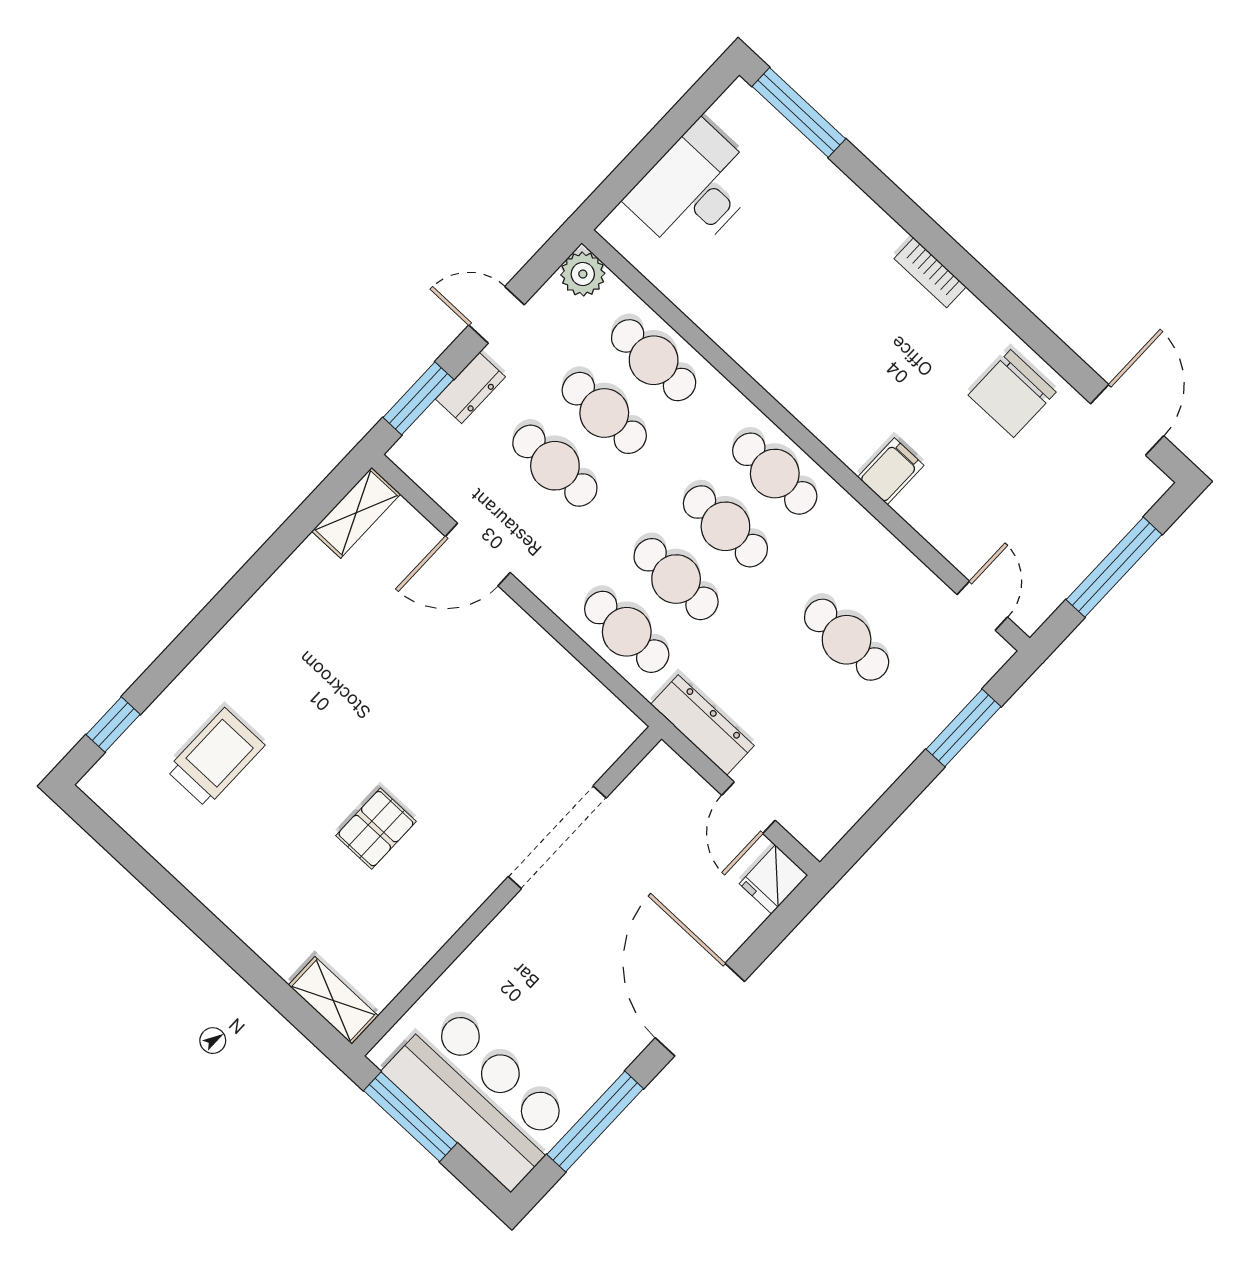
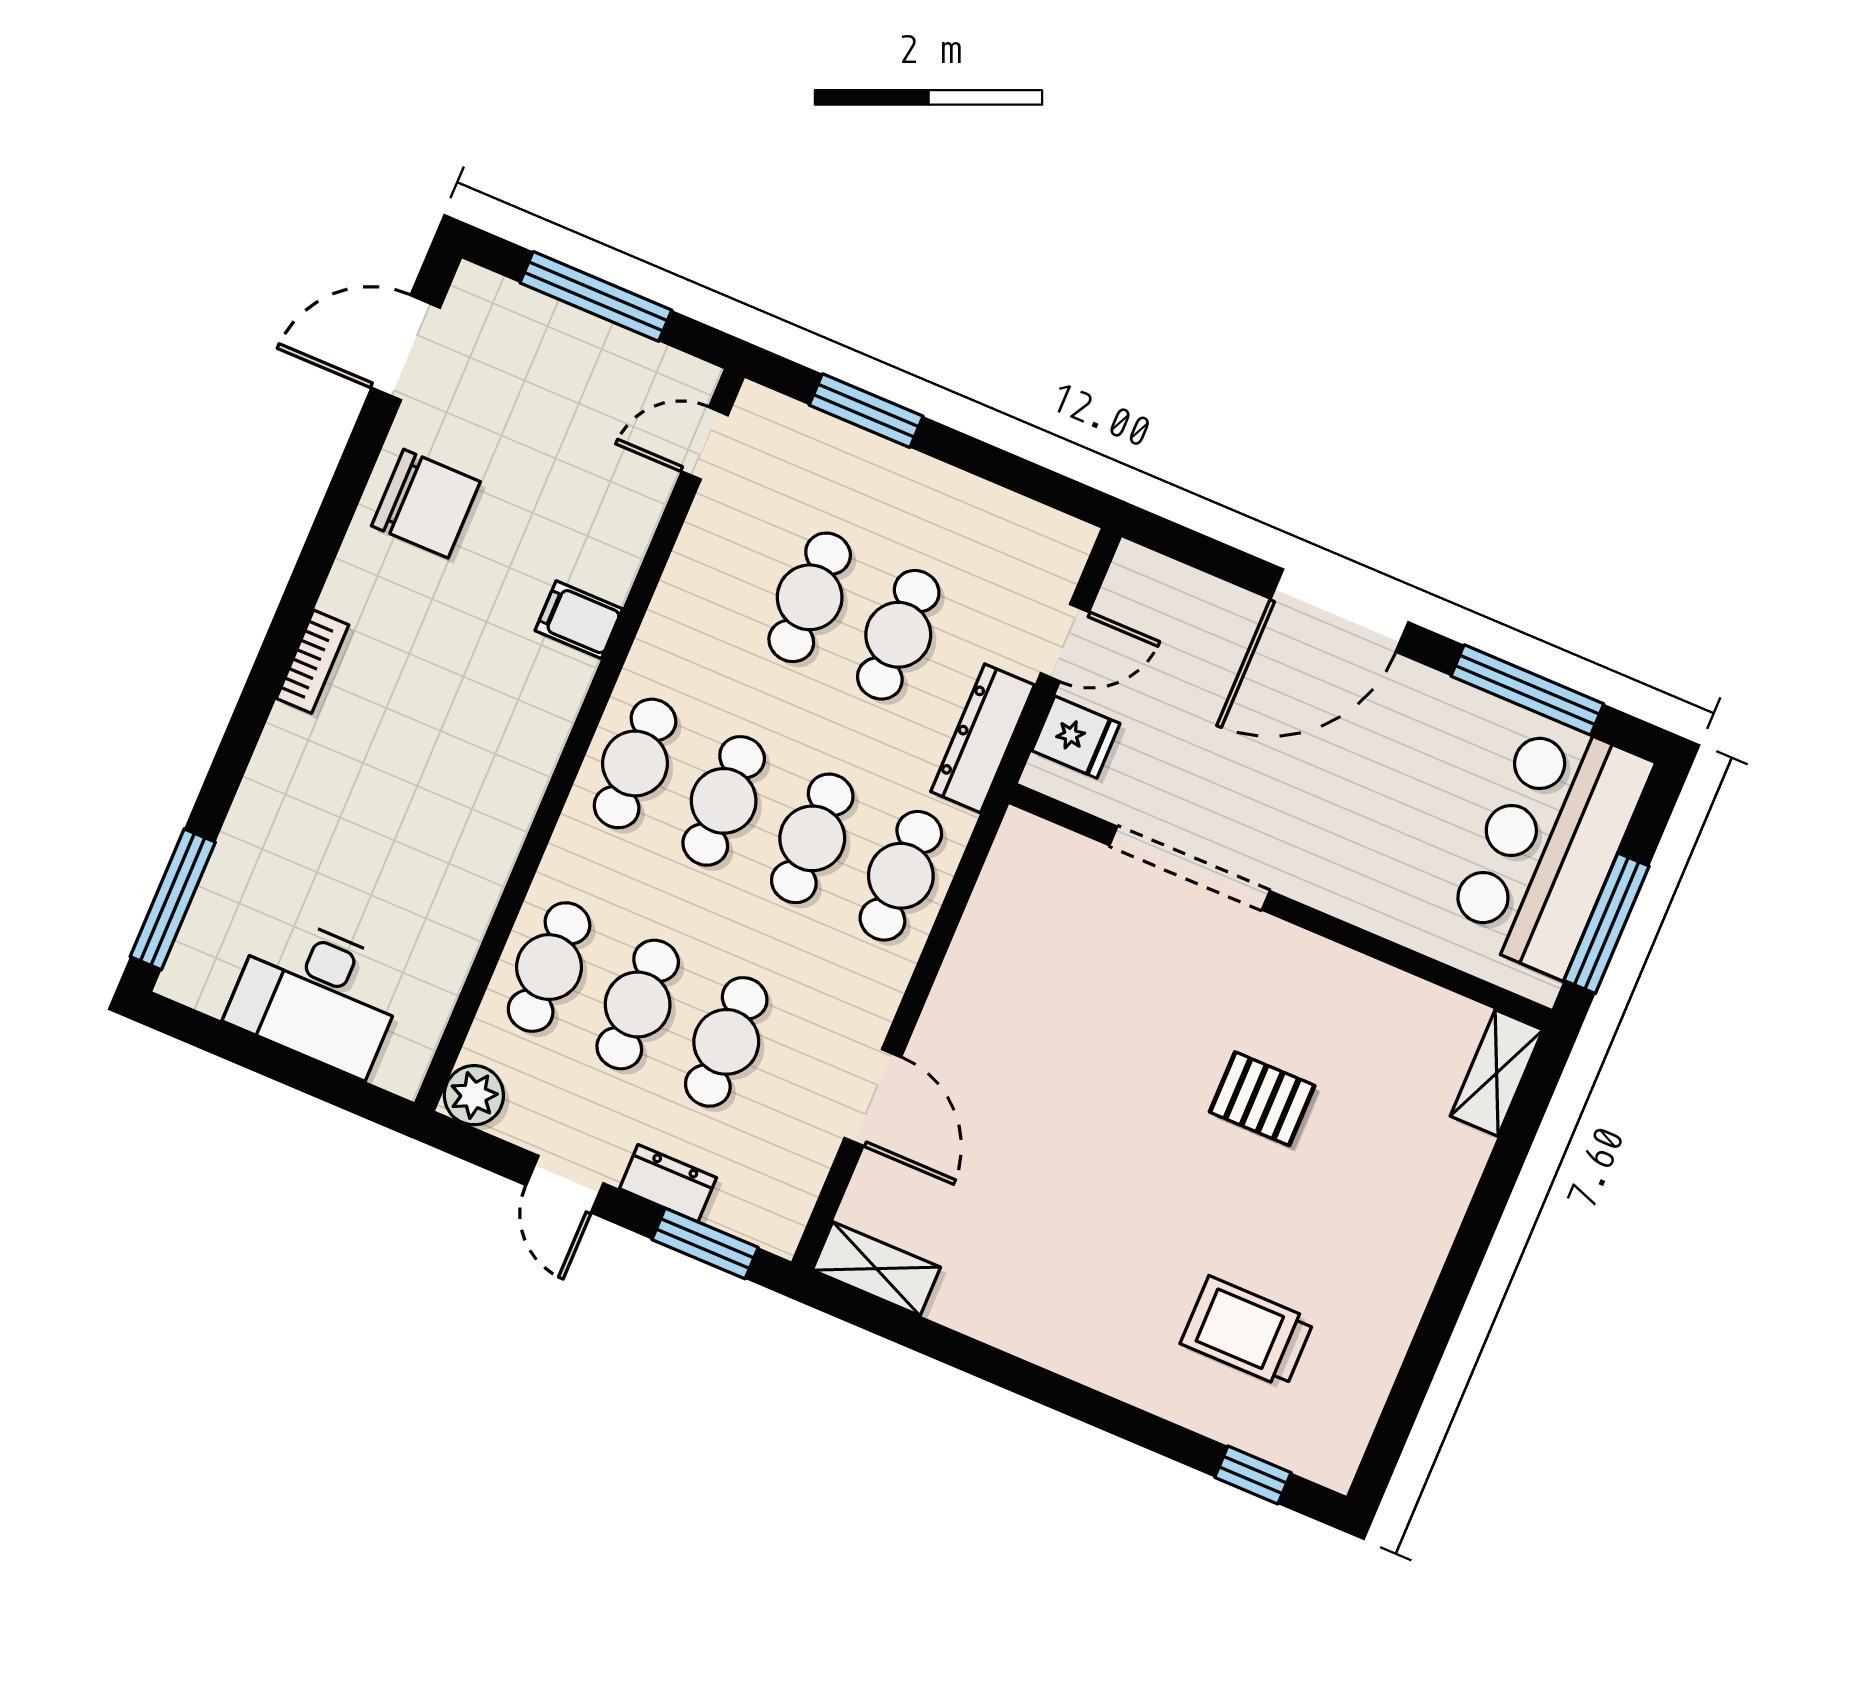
cafe table: (797, 692) -> (898, 635), added
fridge: (774, 879) -> (1076, 737), moved

